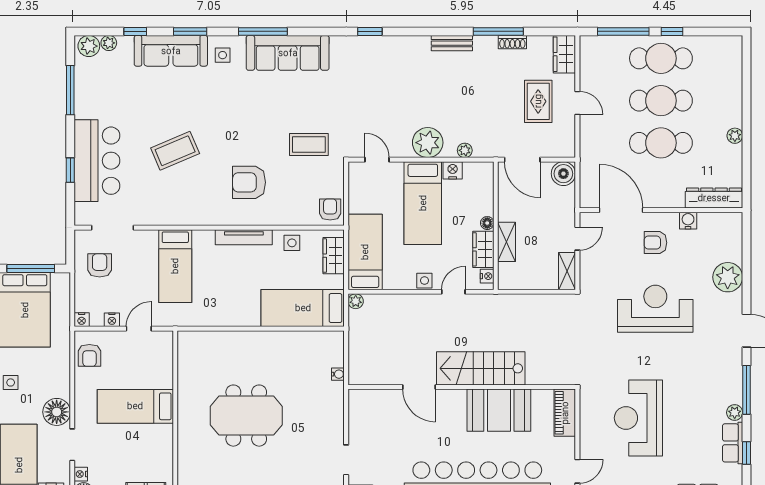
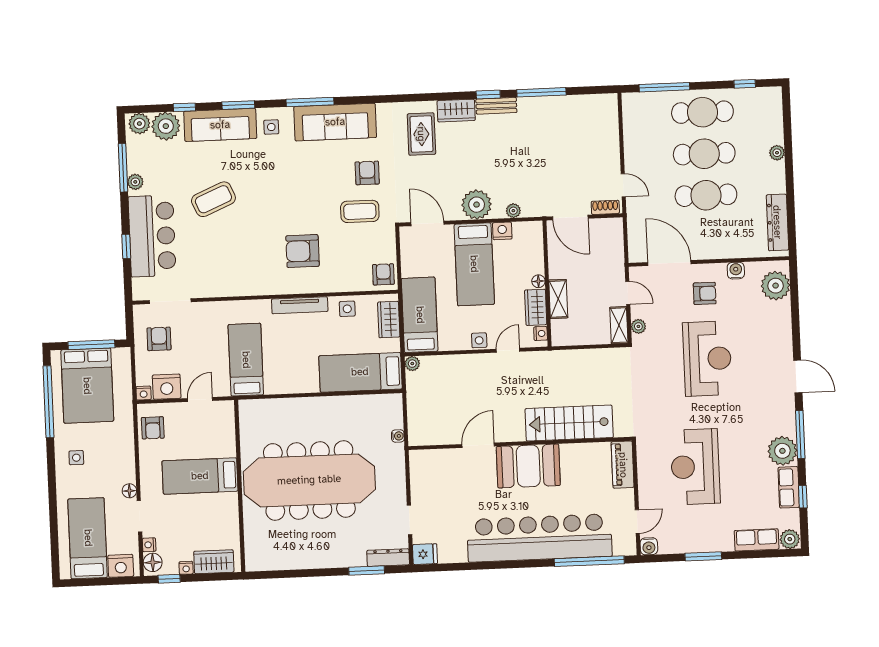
window: (370, 31) -> (488, 95), moved
window: (672, 31) -> (745, 84), moved
shoe rack: (512, 42) -> (605, 207), moved, turned 180
plant: (109, 43) -> (166, 126), width x1.88, depth x1.88
wardrobe: (564, 54) -> (456, 111), moved, turned -90
rug: (538, 101) -> (421, 134), moved
door: (577, 103) -> (623, 185), moved
plant: (82, 105) -> (135, 182), added
armchair: (318, 106) -> (367, 173), added
plant: (735, 136) -> (777, 153), moved
coffee table: (175, 151) -> (213, 199), moved
door: (377, 160) -> (427, 223), width x1.37
boiler: (563, 174) -> (611, 230), removed
dresser: (714, 198) -> (777, 222), moved, turned -90
door: (577, 239) -> (628, 293), hinge flipped
armchair: (655, 243) -> (705, 293), turned 180
bed: (175, 266) -> (246, 360), moved, turned 180
plant: (587, 273) -> (638, 326), added
plant: (728, 277) -> (776, 286), moved
reception desk: (655, 309) -> (707, 359), turned 90
nightstand: (112, 320) -> (167, 387), width x1.89, depth x1.79
stairs: (481, 368) -> (569, 423), moved
door: (419, 387) -> (478, 445), swing flipped
booth: (499, 410) -> (528, 466), moved
floor lamp: (57, 412) -> (129, 491), width x0.53, depth x0.53
plant: (735, 413) -> (782, 451), width x1.87, depth x1.87
meeting table: (246, 416) -> (309, 480), width x1.86, depth x1.27

